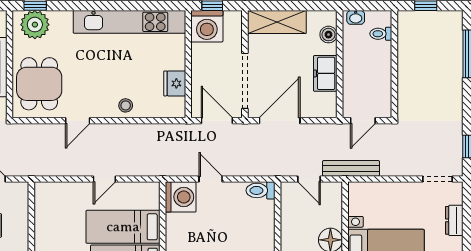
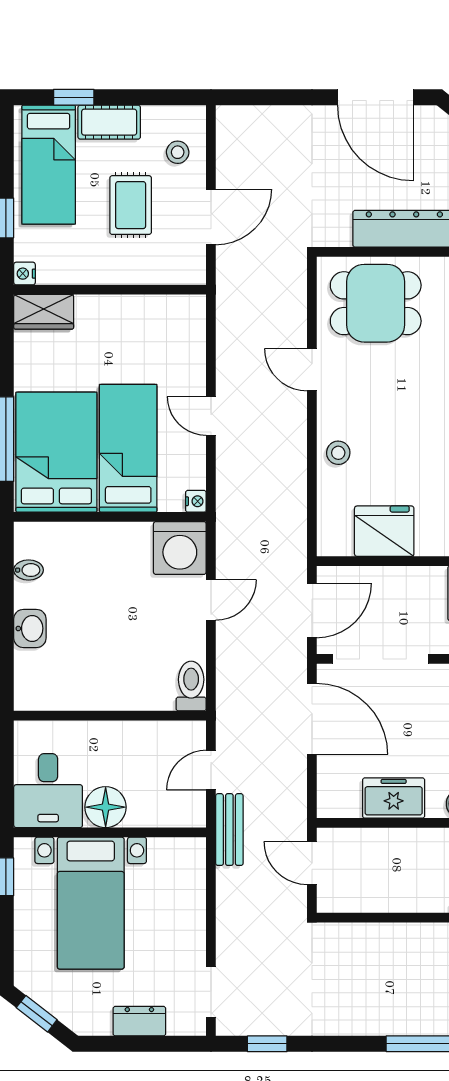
fridge: (175, 83) -> (384, 531), width x1.36, depth x1.34
bench: (351, 168) -> (229, 830), width x0.73
nightstand: (154, 188) -> (196, 501), added

